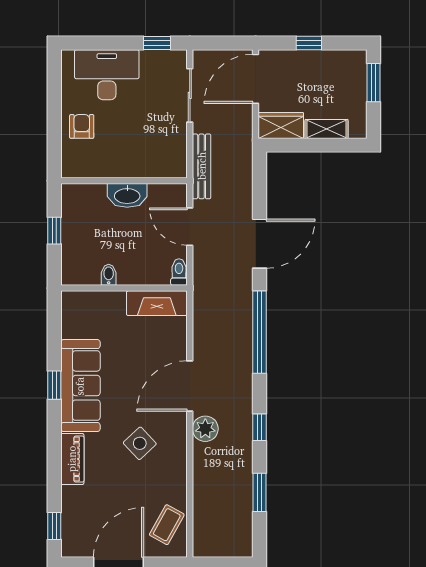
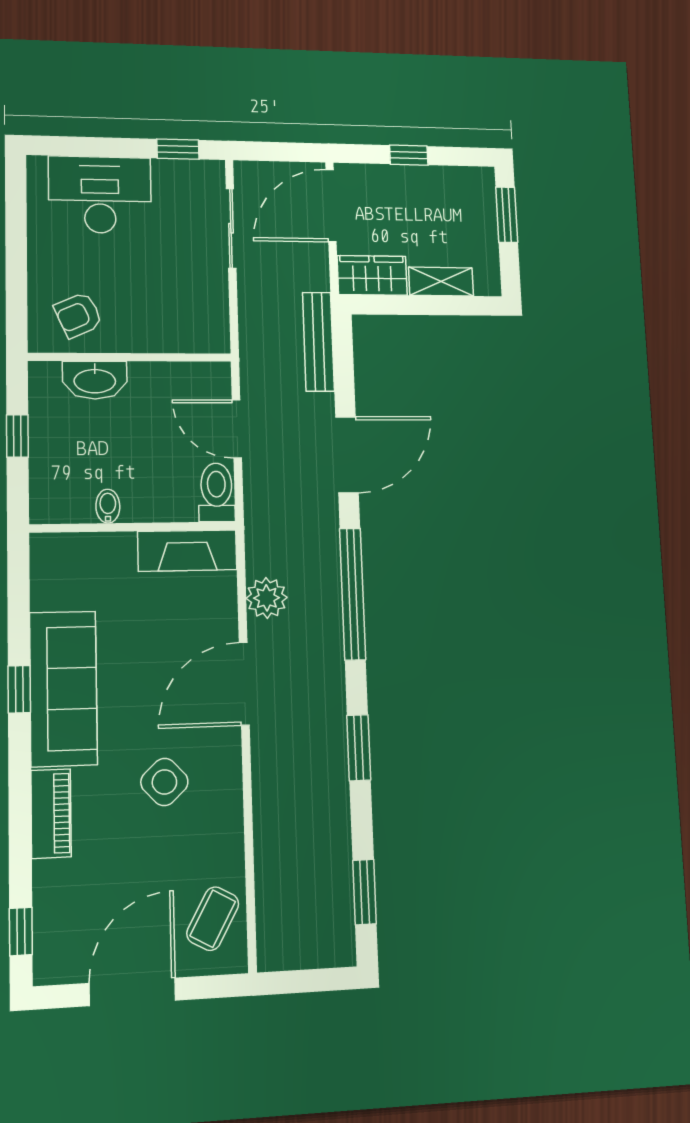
armchair: (82, 126) -> (78, 315), moved, turned -114
bench: (202, 166) -> (318, 342), moved
washbasin: (127, 195) -> (95, 380), moved
toilet: (179, 272) -> (217, 492), width x1.37, depth x1.39
window: (260, 427) -> (359, 748), width x1.50
plant: (205, 429) -> (267, 598), moved
window: (260, 492) -> (364, 892), moved

